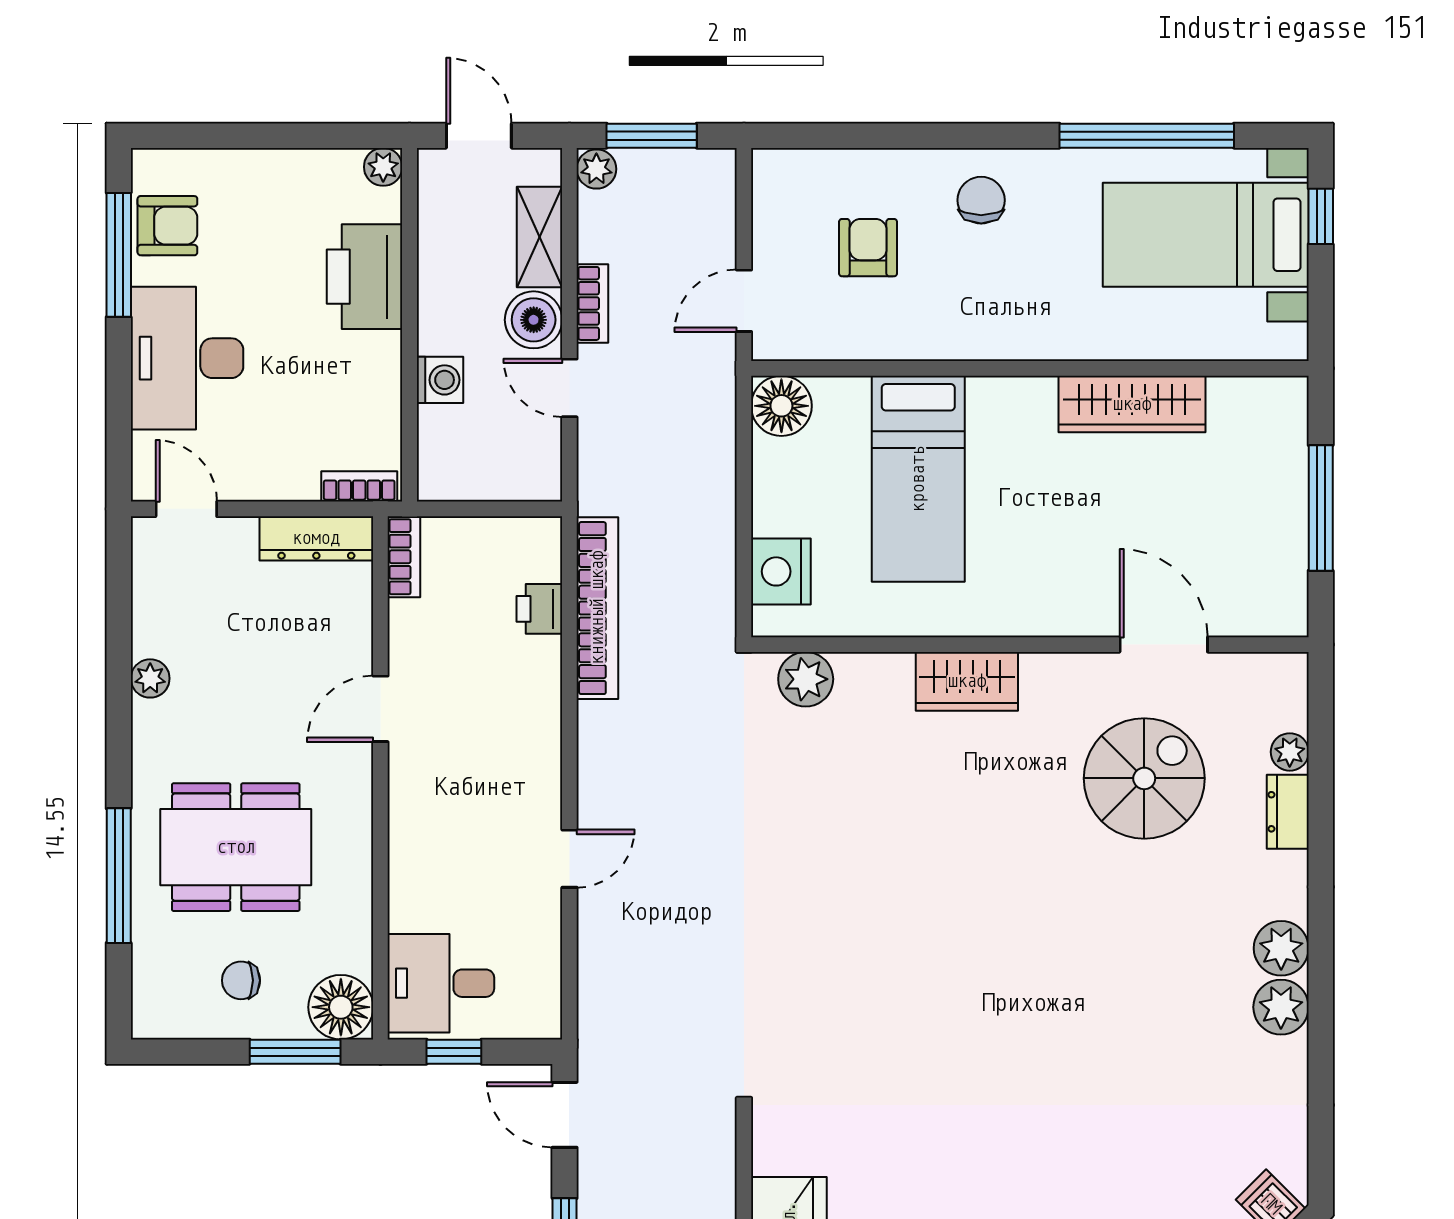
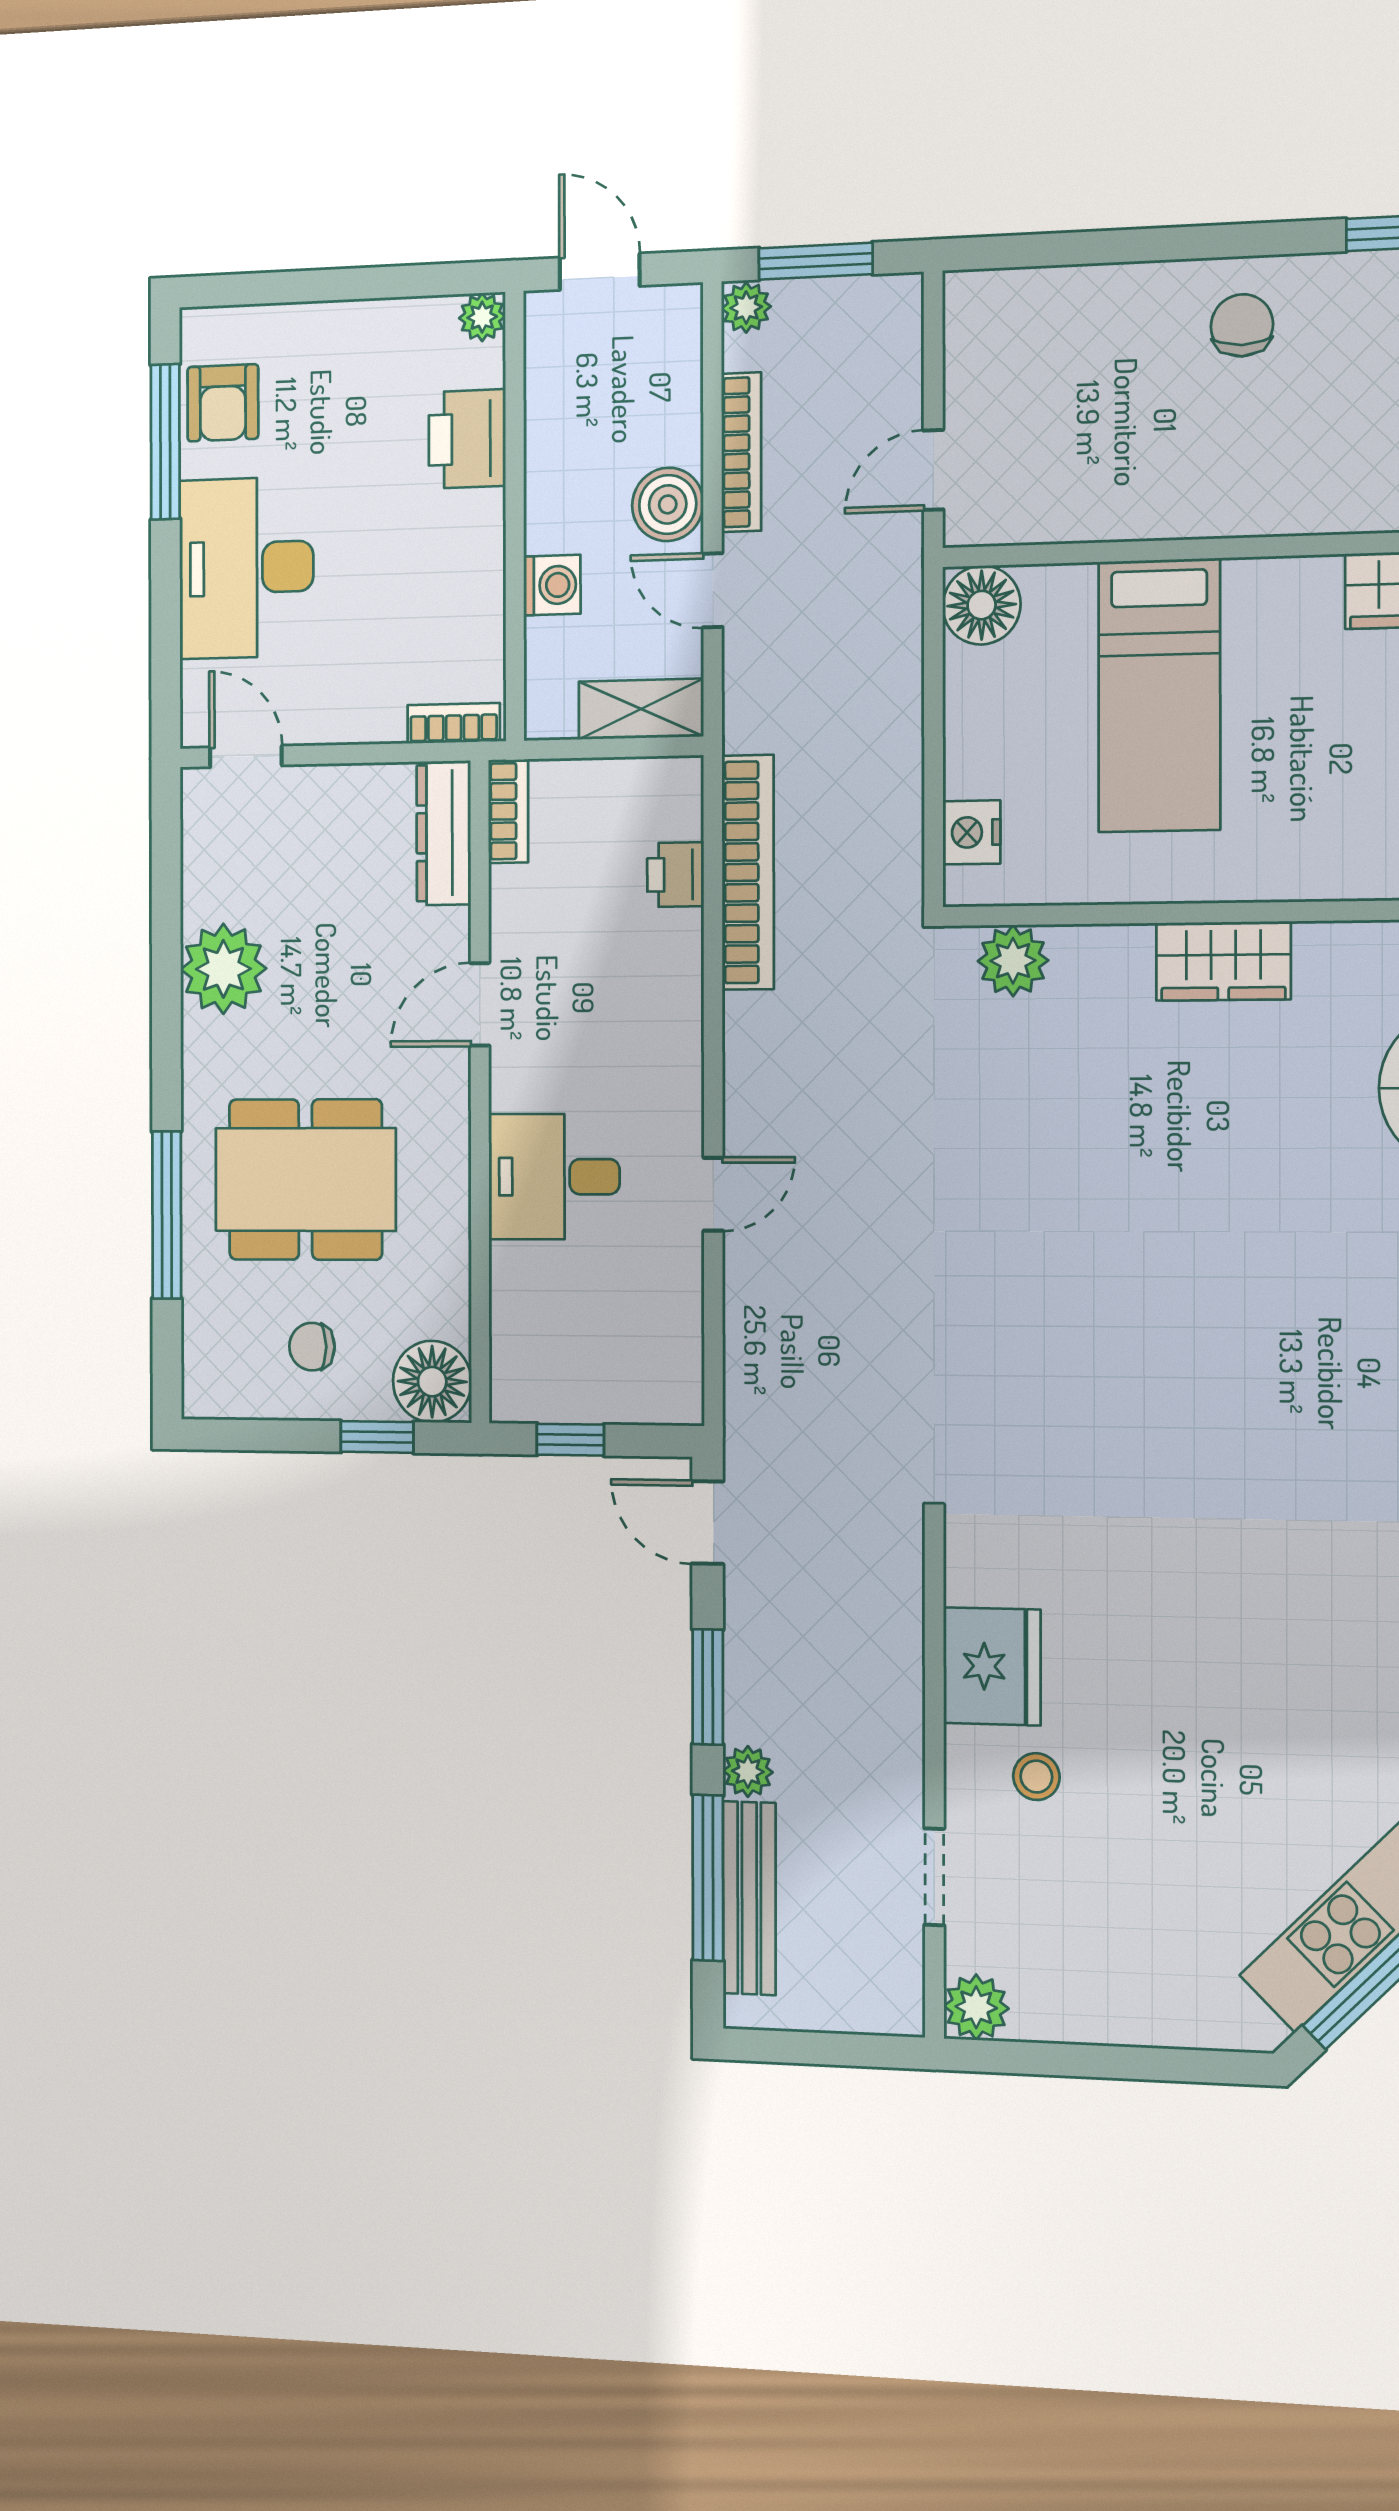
armchair: (167, 226) -> (223, 403), turned 90
shelving: (540, 237) -> (641, 709), moved, turned 90
armchair: (868, 248) -> (1094, 394), removed
printer: (365, 277) -> (467, 439), width x0.73, depth x0.84
bookcase: (592, 303) -> (741, 452), width x1.56
dresser: (316, 538) -> (444, 833), moved, turned 90
nightstand: (781, 571) -> (972, 832), width x0.74, depth x0.75
plant: (150, 678) -> (223, 969), width x1.87, depth x1.87
desk: (441, 983) -> (554, 1177), moved
window: (295, 1052) -> (377, 1437), width x0.67

